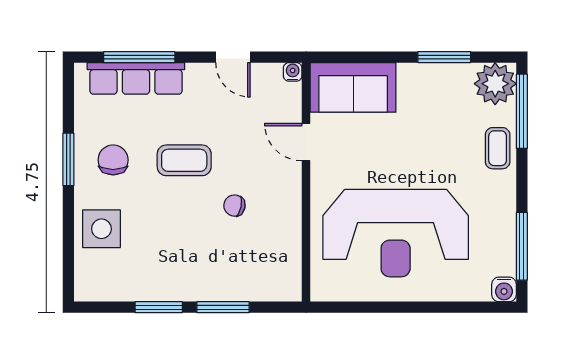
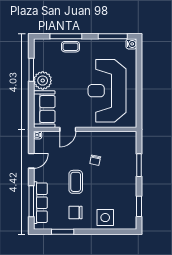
plant: (495, 84) -> (43, 81), moved
window: (522, 111) -> (66, 36), moved
window: (68, 159) -> (63, 232), moved
reception desk: (396, 233) -> (107, 91), turned 180
window: (159, 307) -> (139, 206), moved

